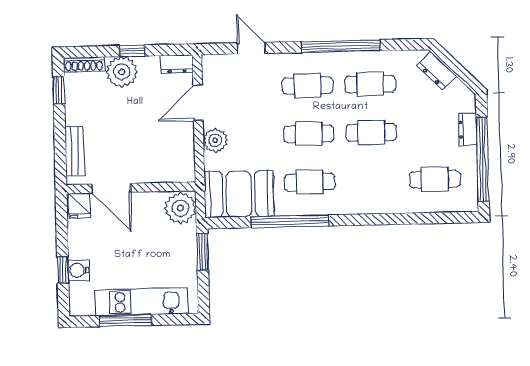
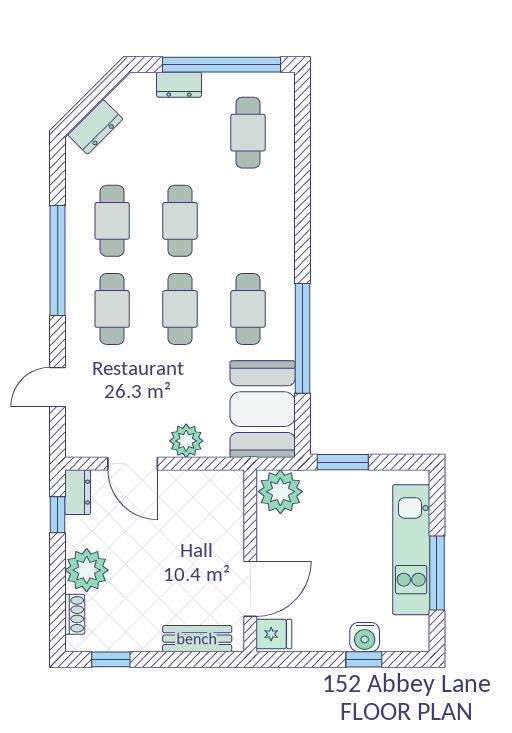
window: (132, 51) -> (58, 515), moved
shoe rack: (84, 64) -> (75, 614), width x0.70

